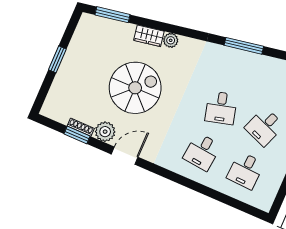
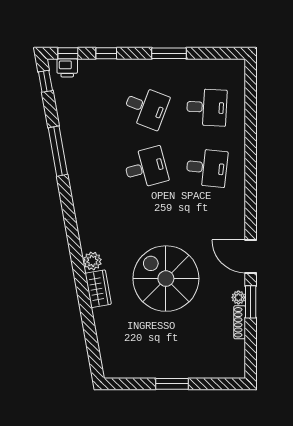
window: (112, 15) -> (92, 342), removed
window: (244, 46) -> (58, 151), moved
plant: (105, 132) -> (238, 297), width x0.53, depth x0.53
window: (77, 135) -> (251, 302), moved

